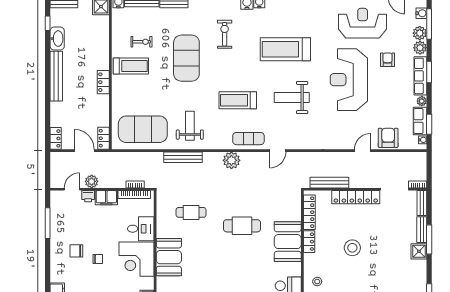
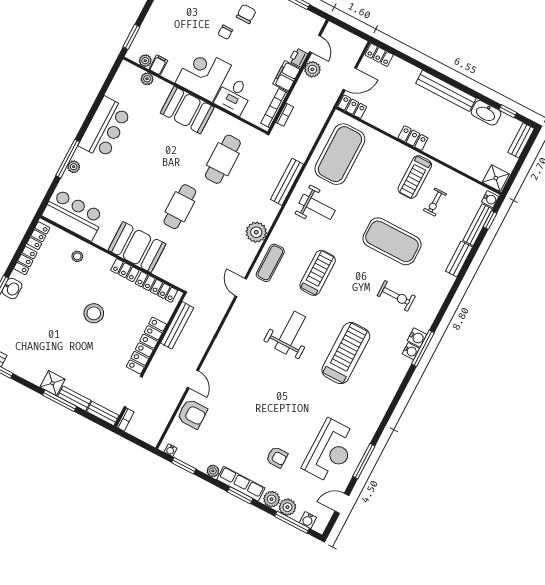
reception desk: (349, 80) -> (277, 404), removed
row of seats: (420, 121) -> (192, 458), removed
cafe table: (191, 212) -> (223, 159), width x1.37, depth x1.35

